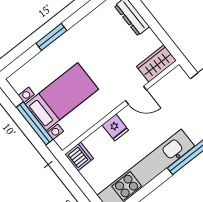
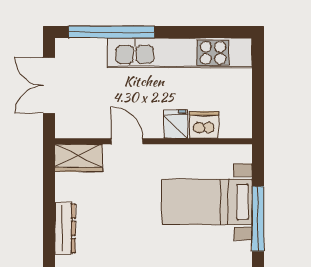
window: (35, 123) -> (258, 219), moved
dishwasher: (79, 156) -> (204, 125), moved, turned 90

